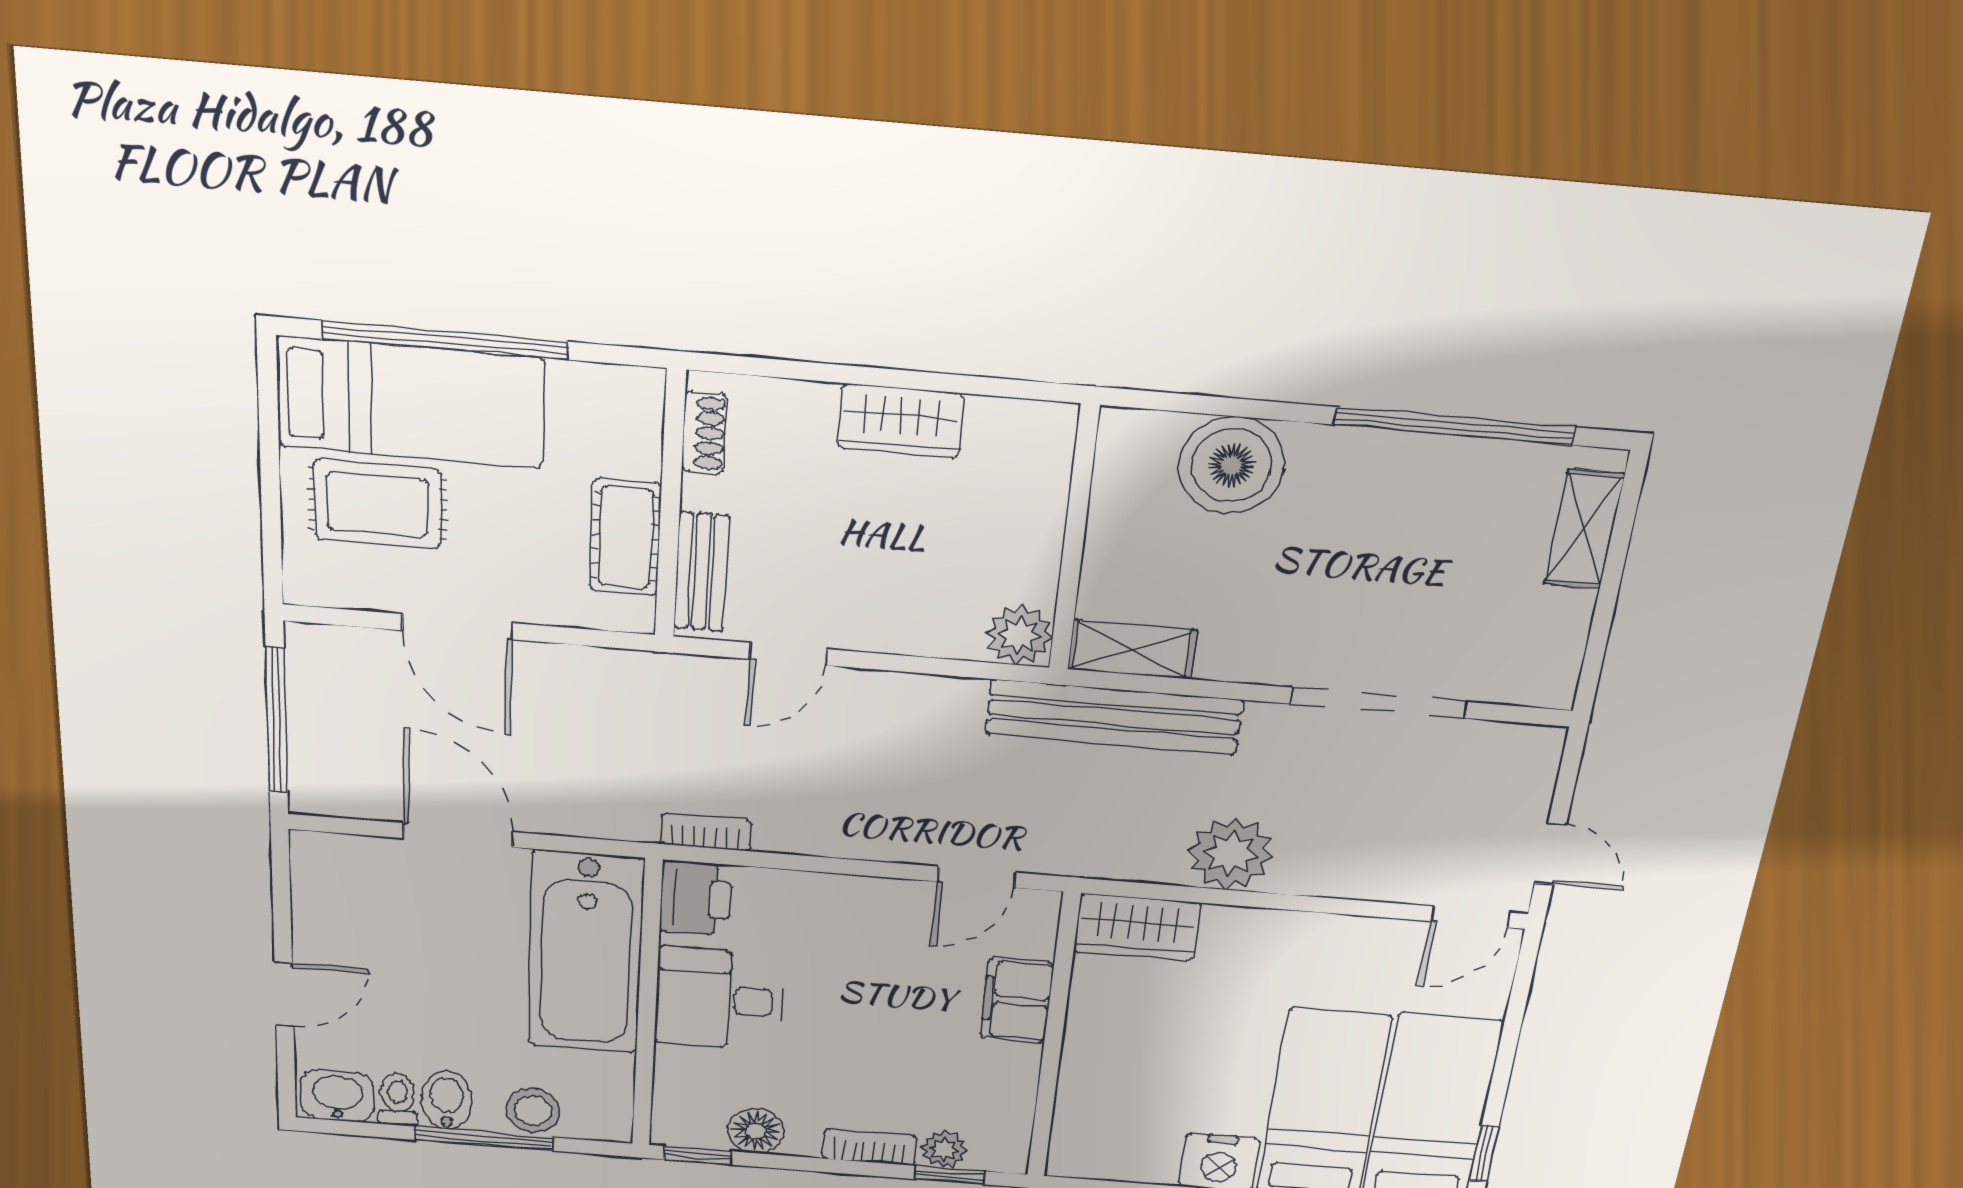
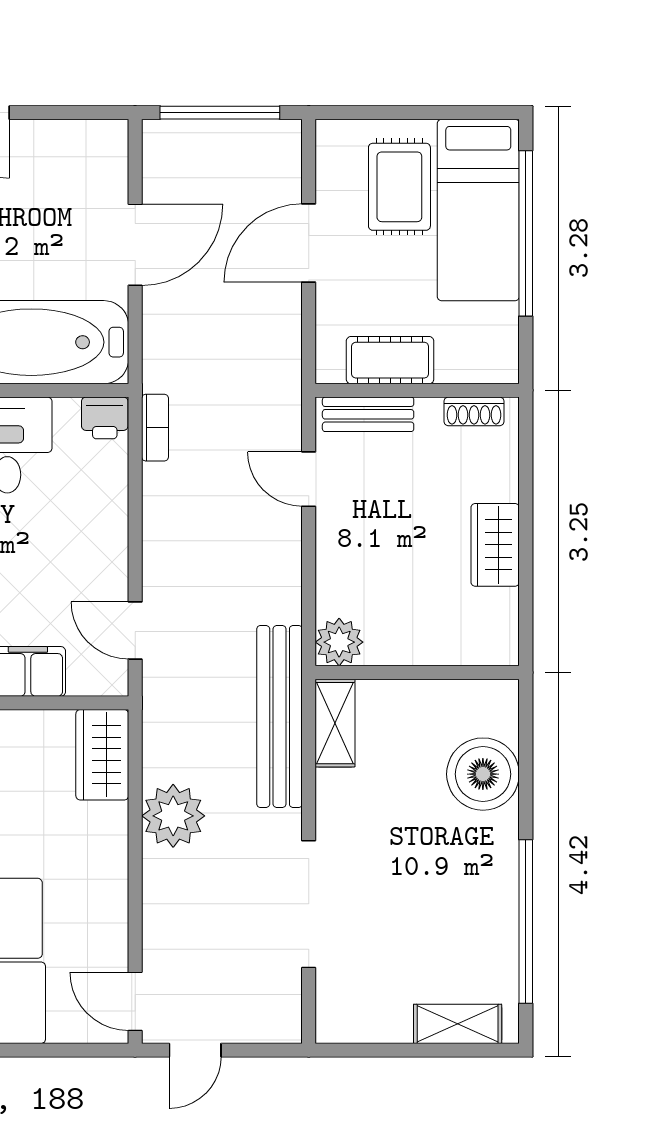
printer: (696, 899) -> (105, 418), width x0.73, depth x0.81

